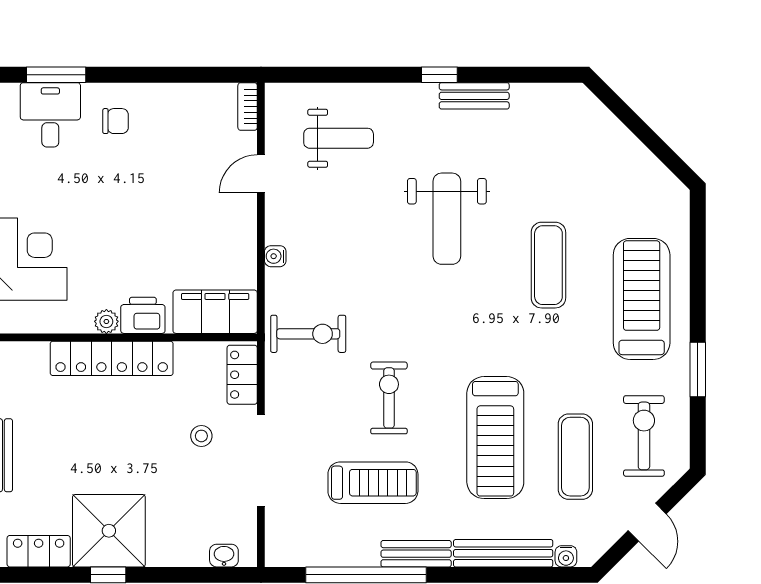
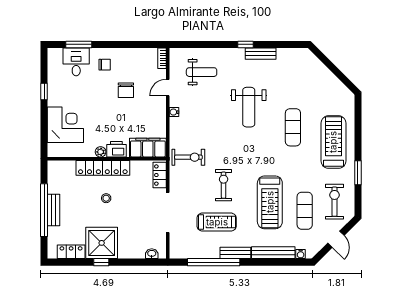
chair: (165, 180) -> (126, 90), added
water cooler: (275, 256) -> (174, 112), moved
stool: (201, 436) -> (106, 198), moved

